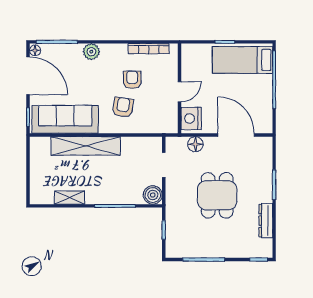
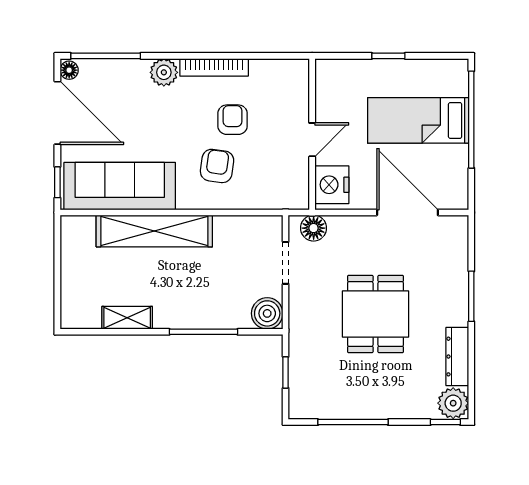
bookcase: (149, 49) -> (214, 67), moved
bed: (243, 60) -> (418, 120), moved
floor lamp: (195, 144) -> (314, 228), moved
plant: (263, 248) -> (453, 403), added

